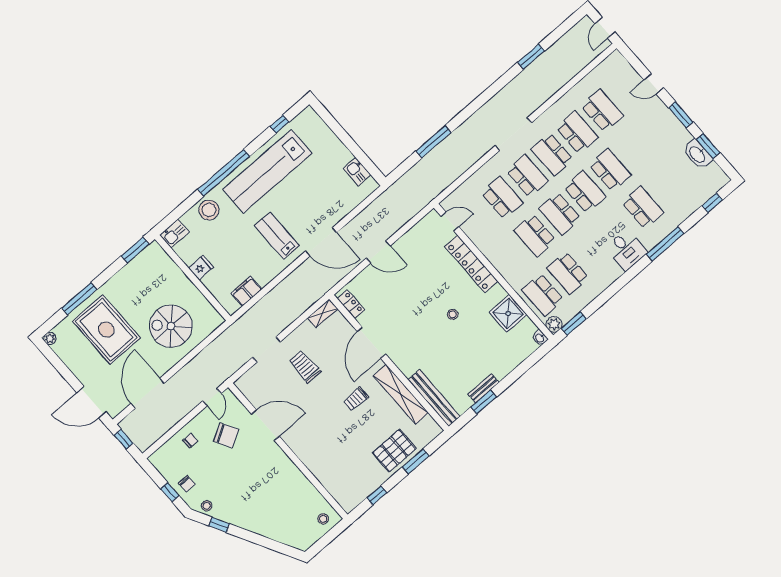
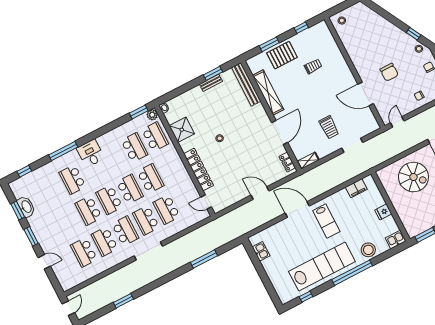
trolley: (356, 399) -> (313, 66), moved
chair: (226, 435) -> (389, 72), moved, turned -150

